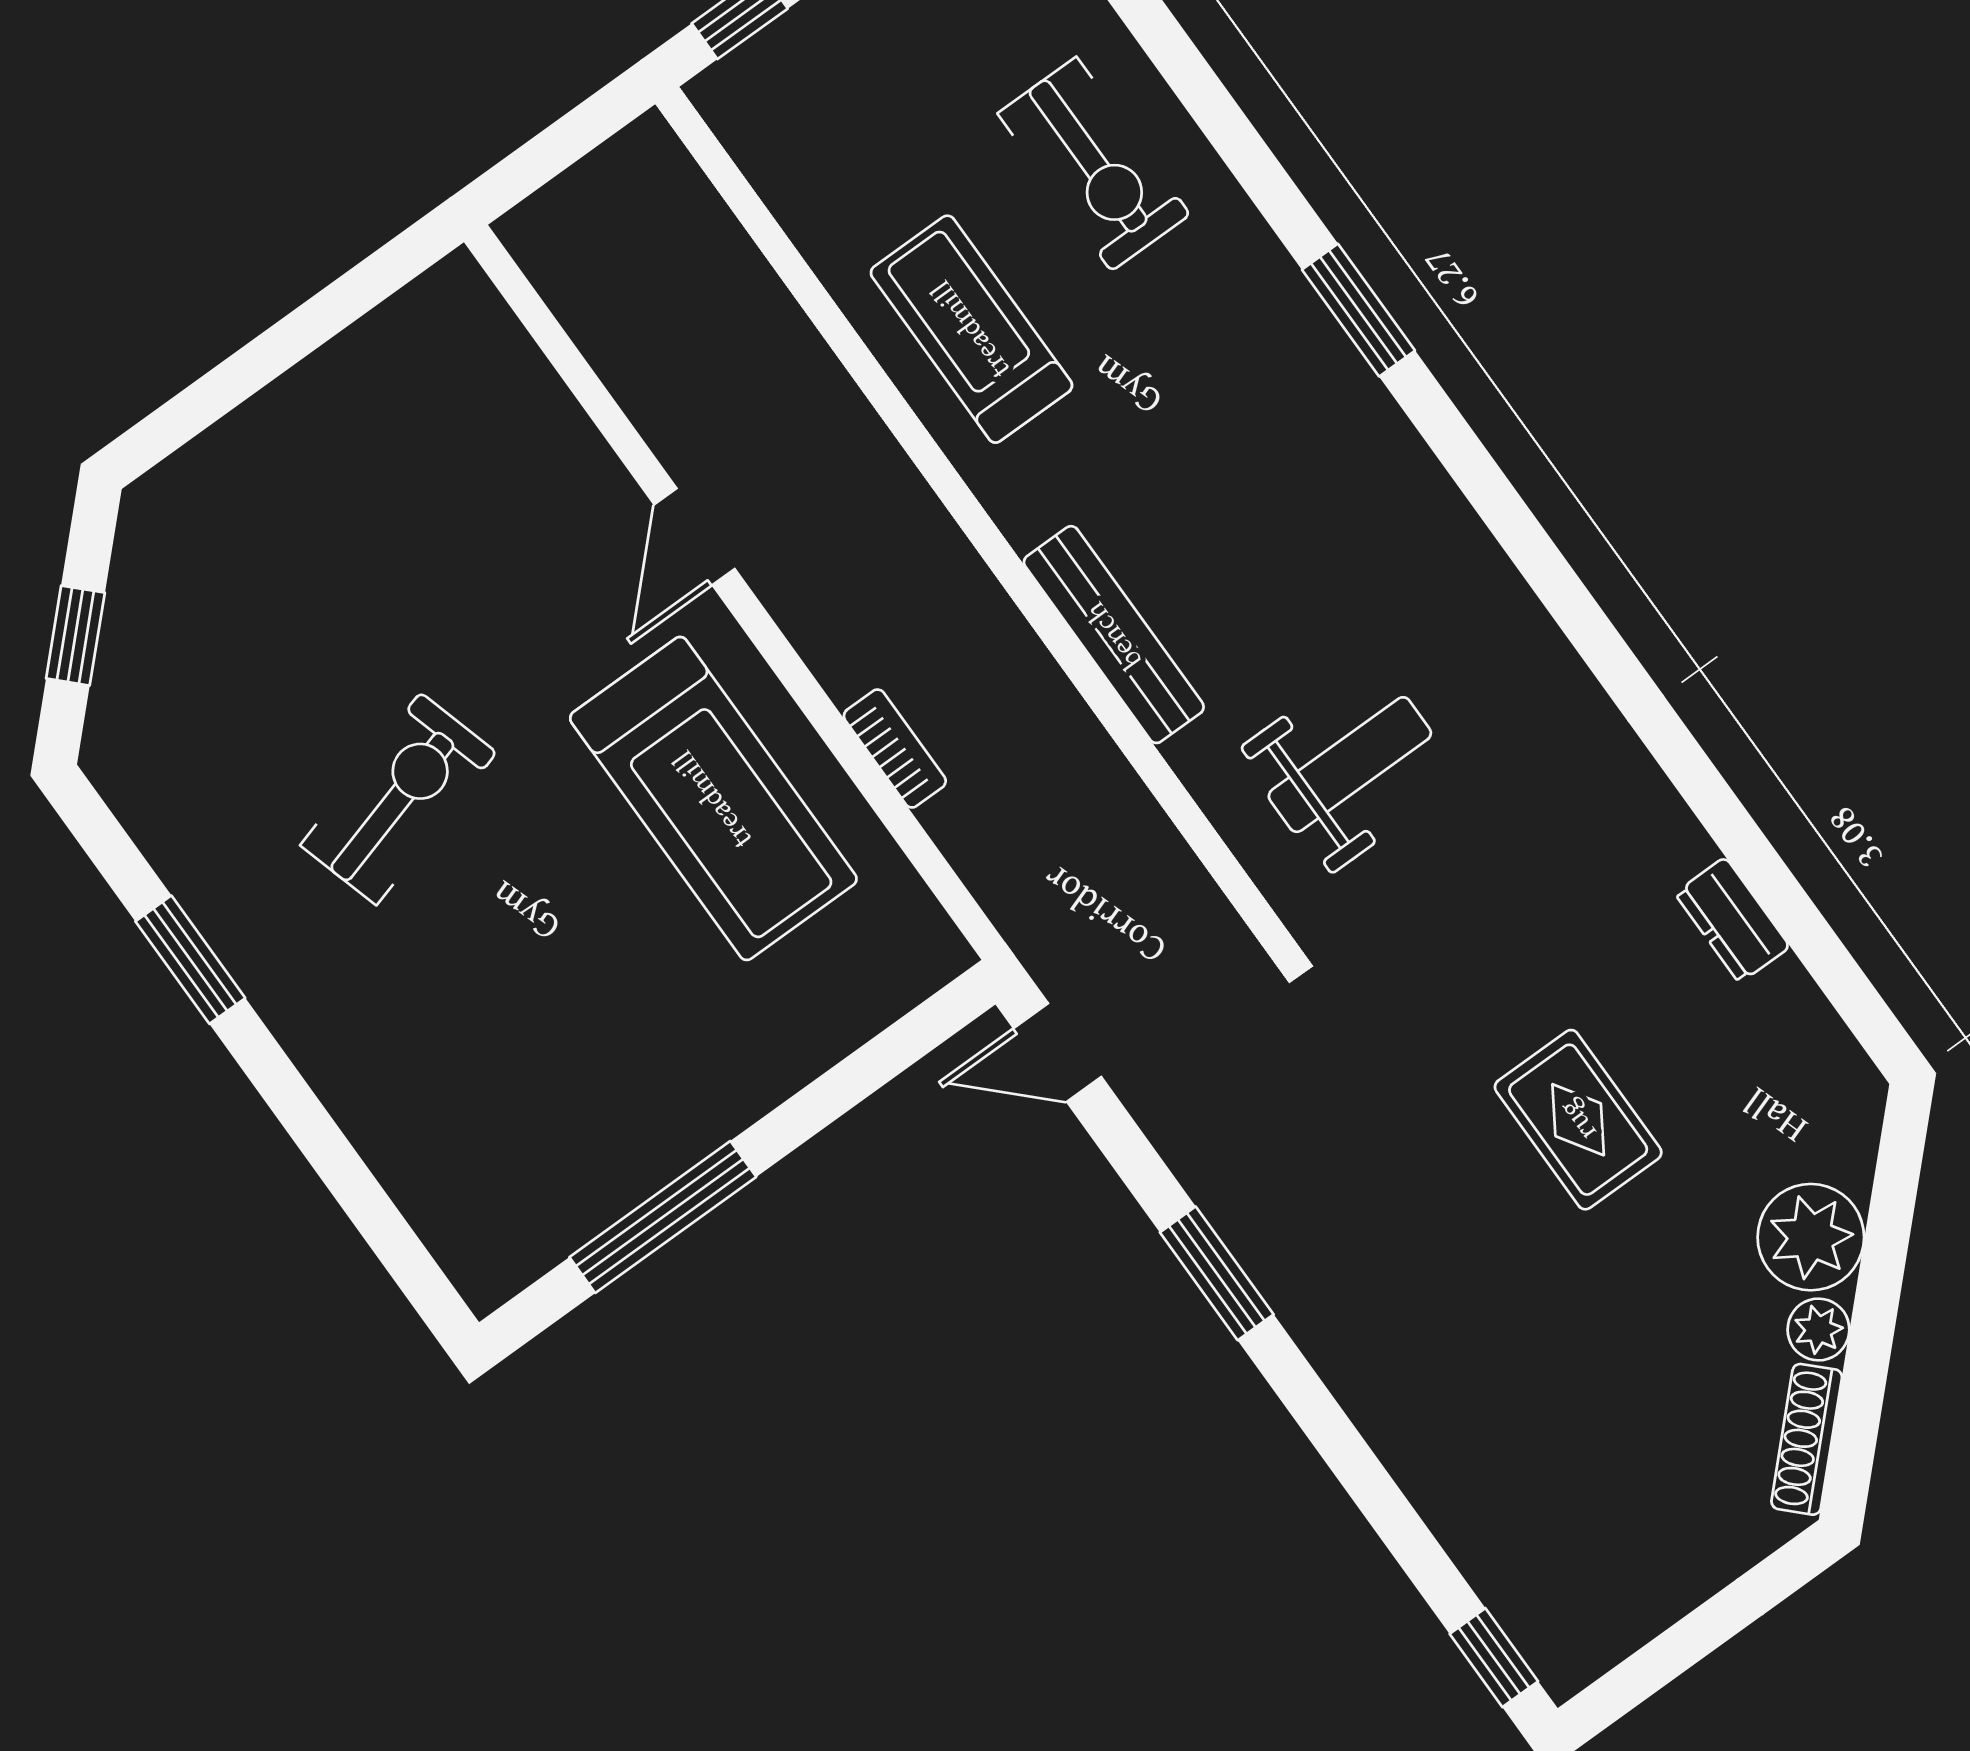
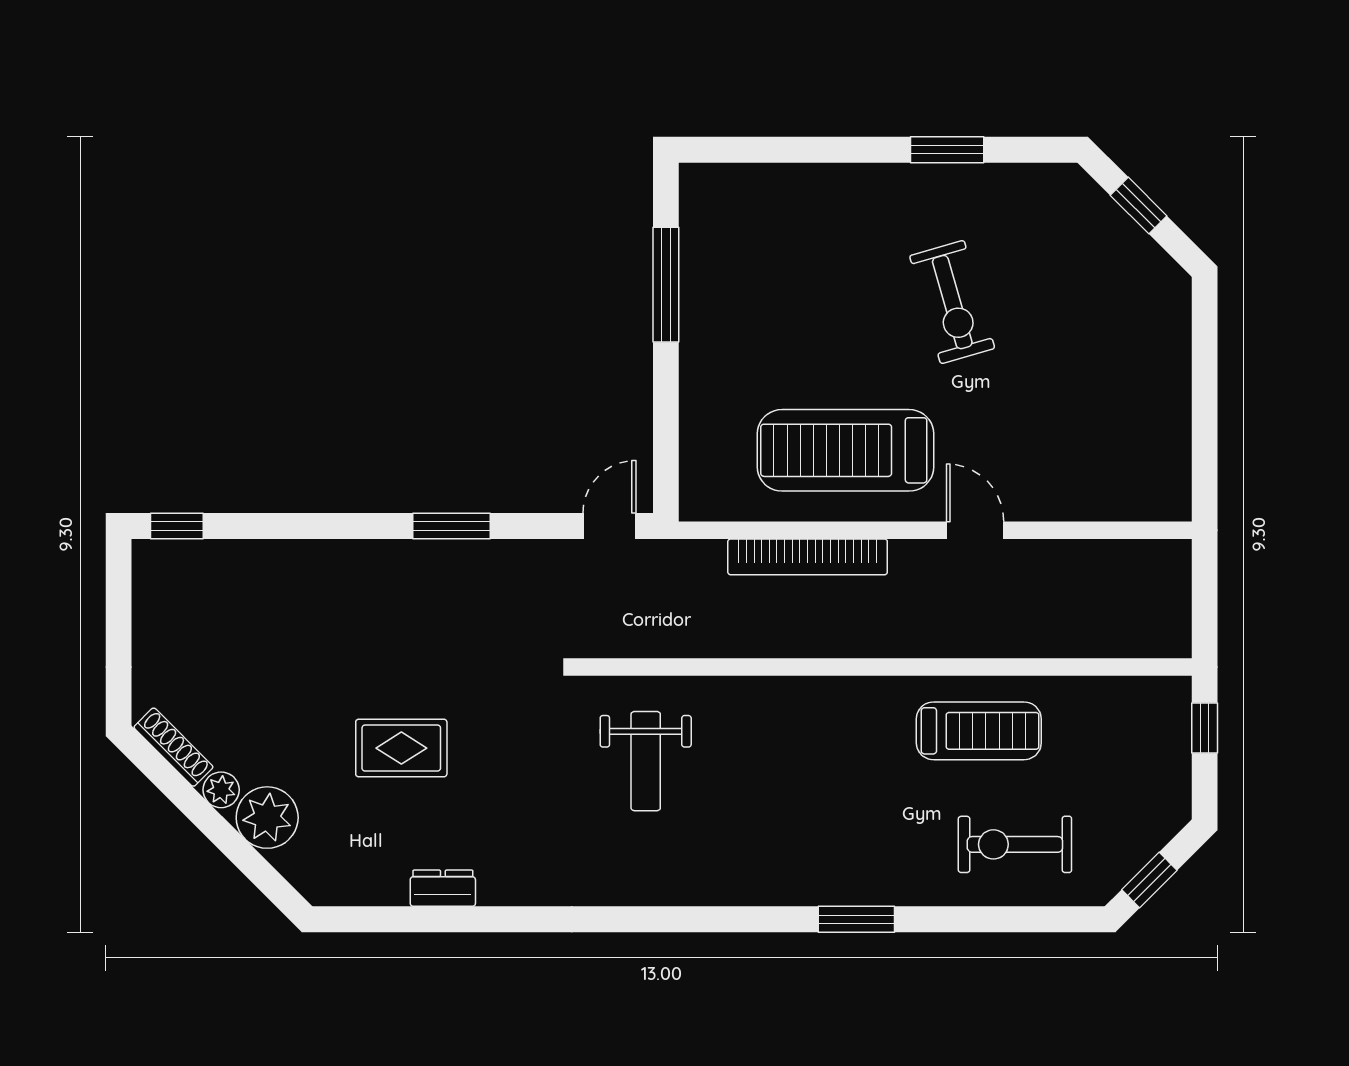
bench: (1114, 635) -> (787, 694), removed
bookcase: (895, 749) -> (808, 557), width x2.31, depth x1.31

